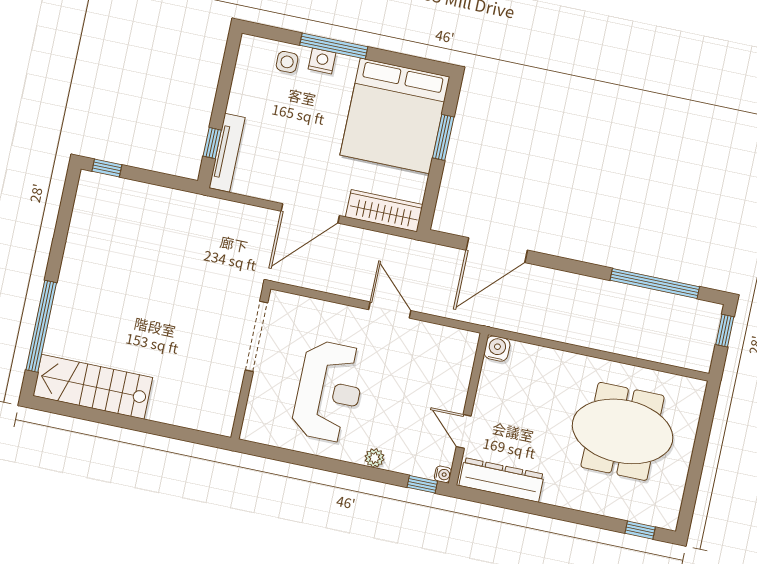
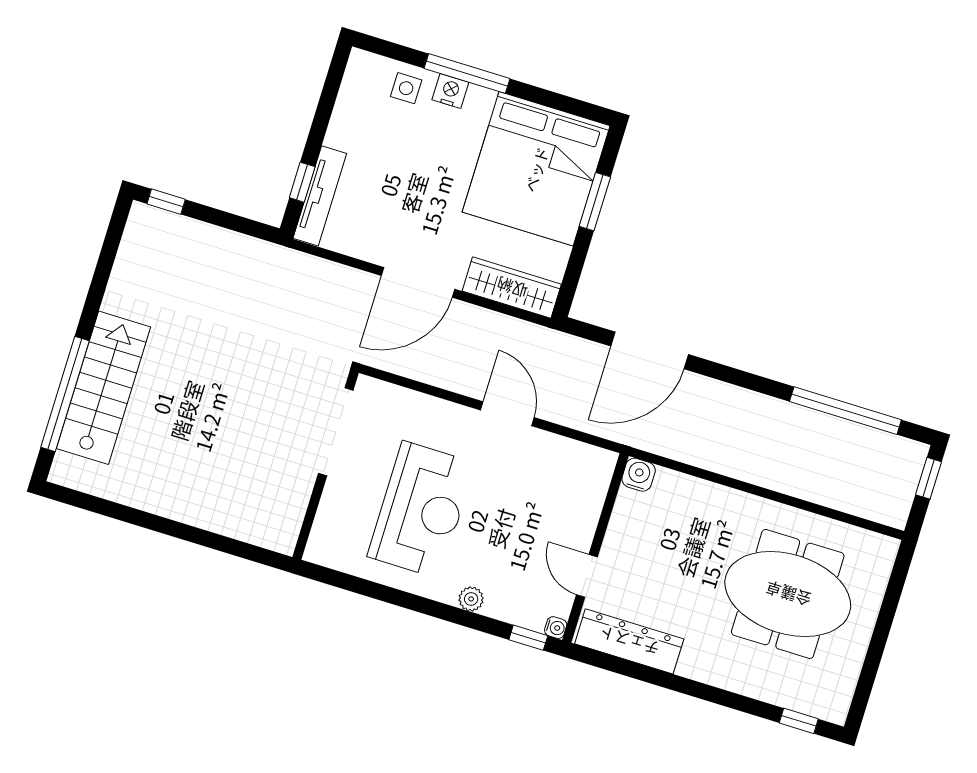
stairs: (93, 387) -> (103, 388), moved, turned 90

